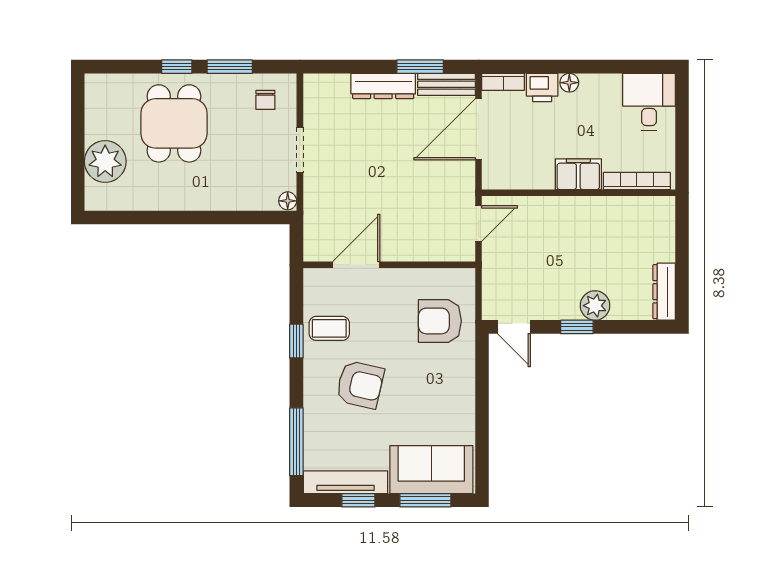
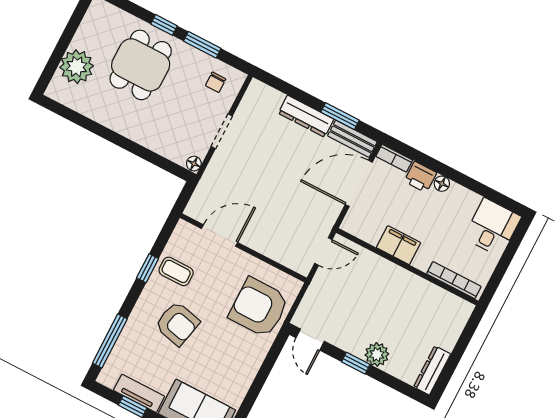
filing cabinet: (578, 174) -> (399, 245), moved
armchair: (440, 321) -> (259, 308), width x1.36, depth x1.36
tv unit: (346, 482) -> (139, 393), width x0.71

